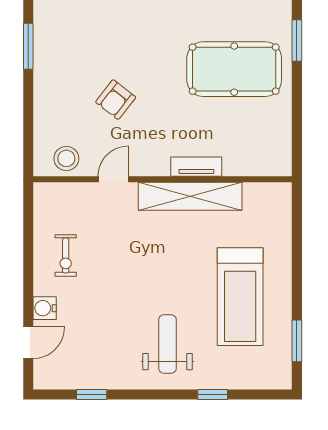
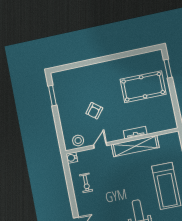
water cooler: (45, 308) -> (72, 158), moved

